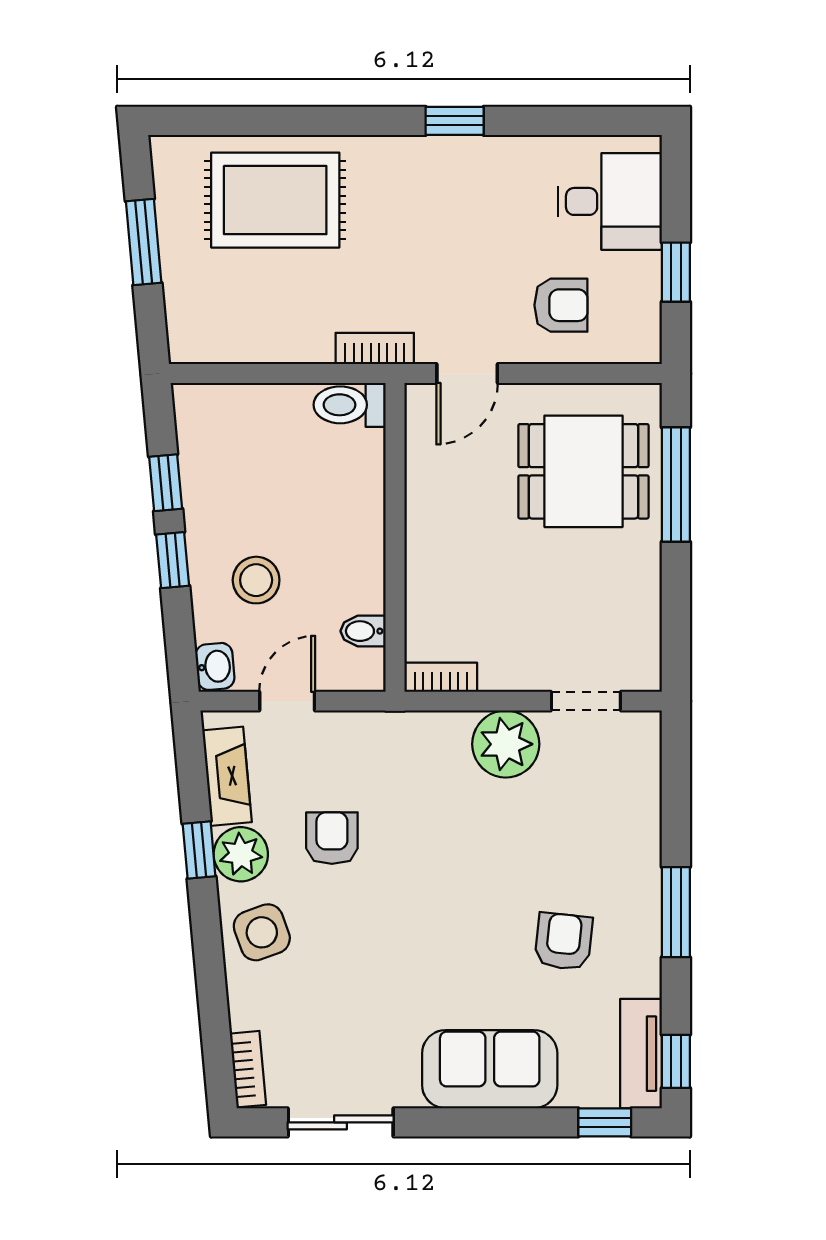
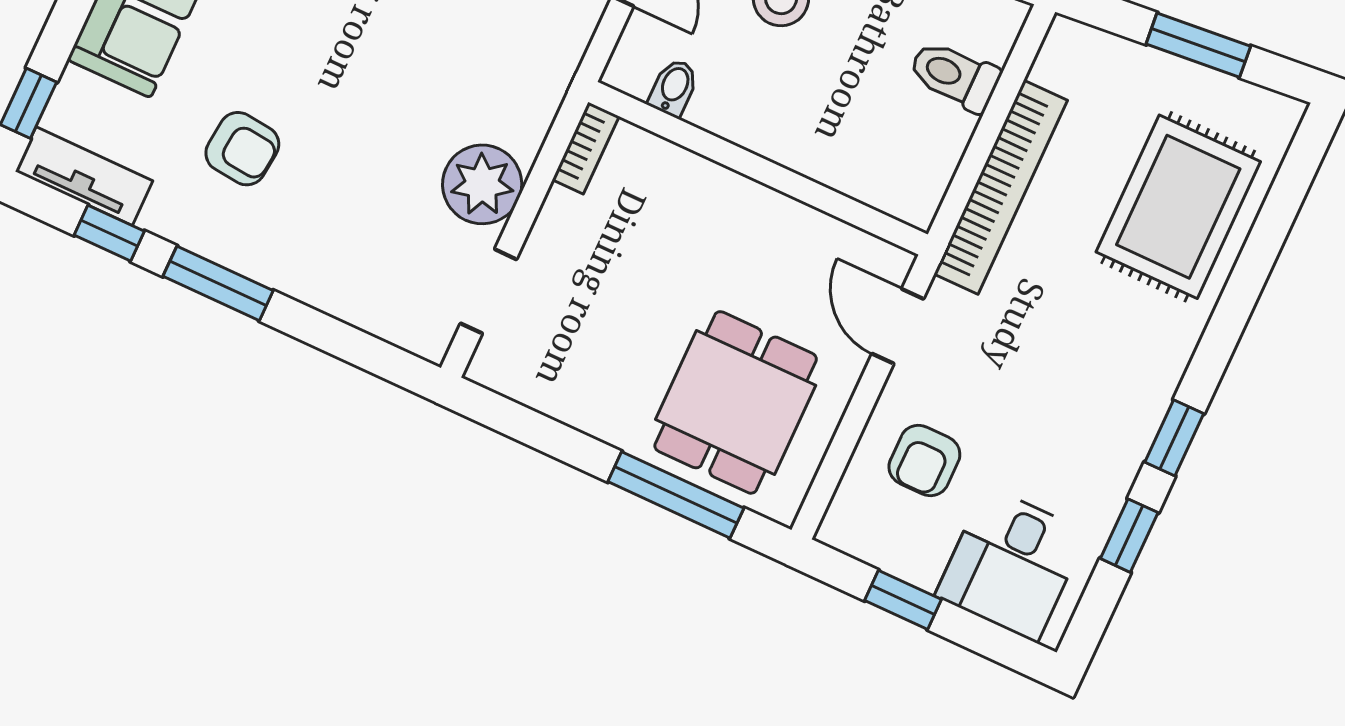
window: (546, 121) -> (1129, 536), added
bookcase: (375, 348) -> (1001, 187), width x2.31, depth x1.31
toilet: (350, 405) -> (954, 76), moved, turned -90
window: (676, 1061) -> (109, 233), moved

